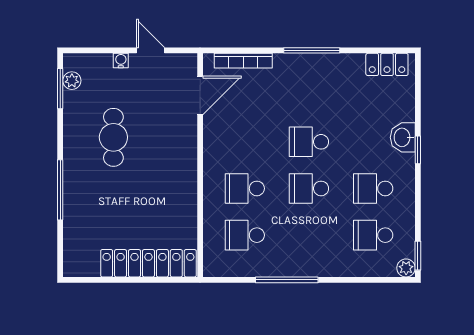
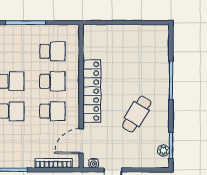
water cooler: (121, 61) -> (94, 163), moved
cafe table: (113, 137) -> (137, 114), turned 32
school desk: (245, 142) -> (52, 111), added
locker: (148, 263) -> (92, 91), moved, turned -90

